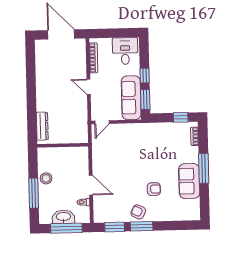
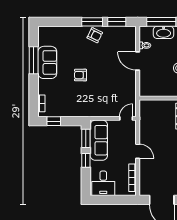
window: (204, 168) -> (34, 60), moved
armchair: (154, 189) -> (81, 75), moved

